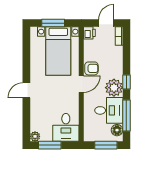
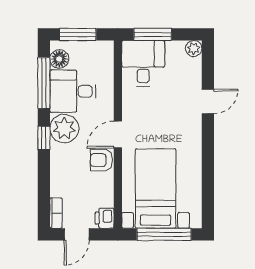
window: (53, 23) -> (164, 234), width x1.44
door: (26, 90) -> (208, 101), moved
window: (50, 145) -> (153, 34), moved

